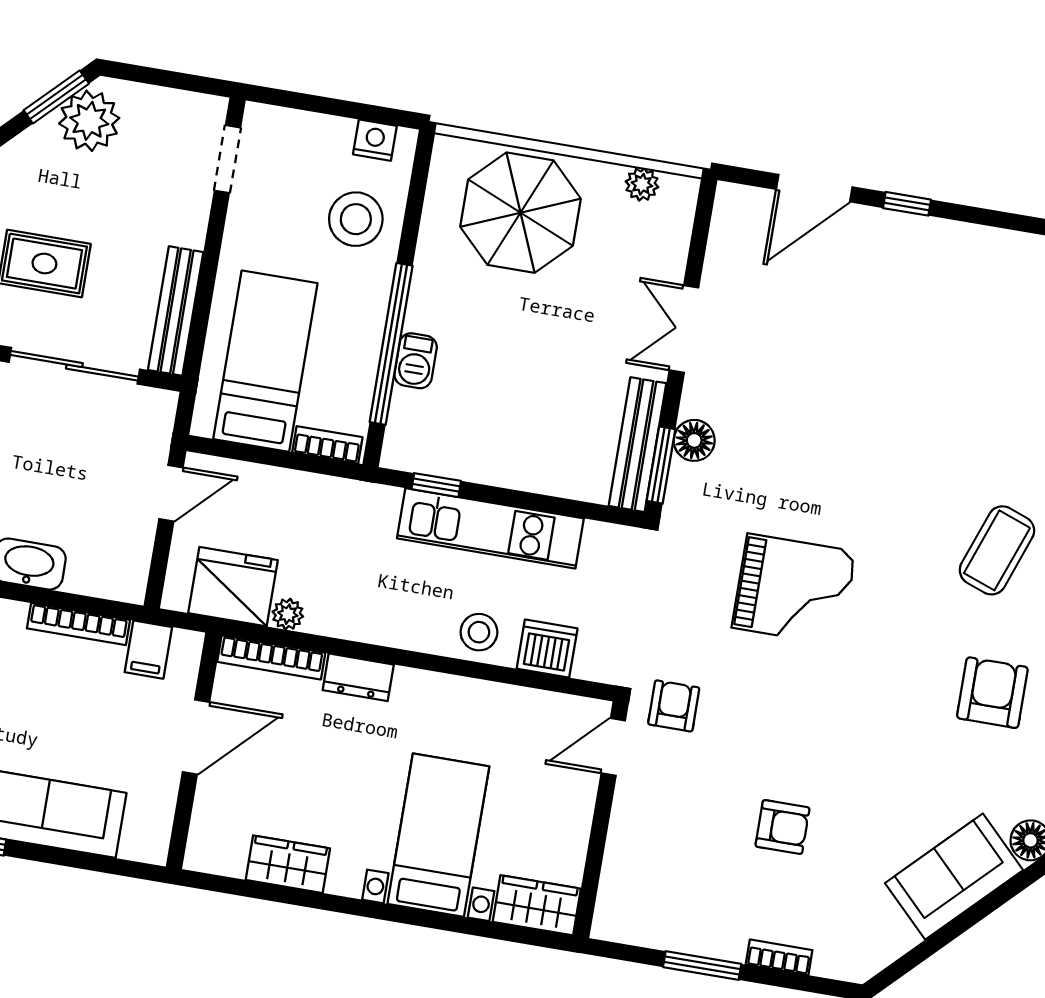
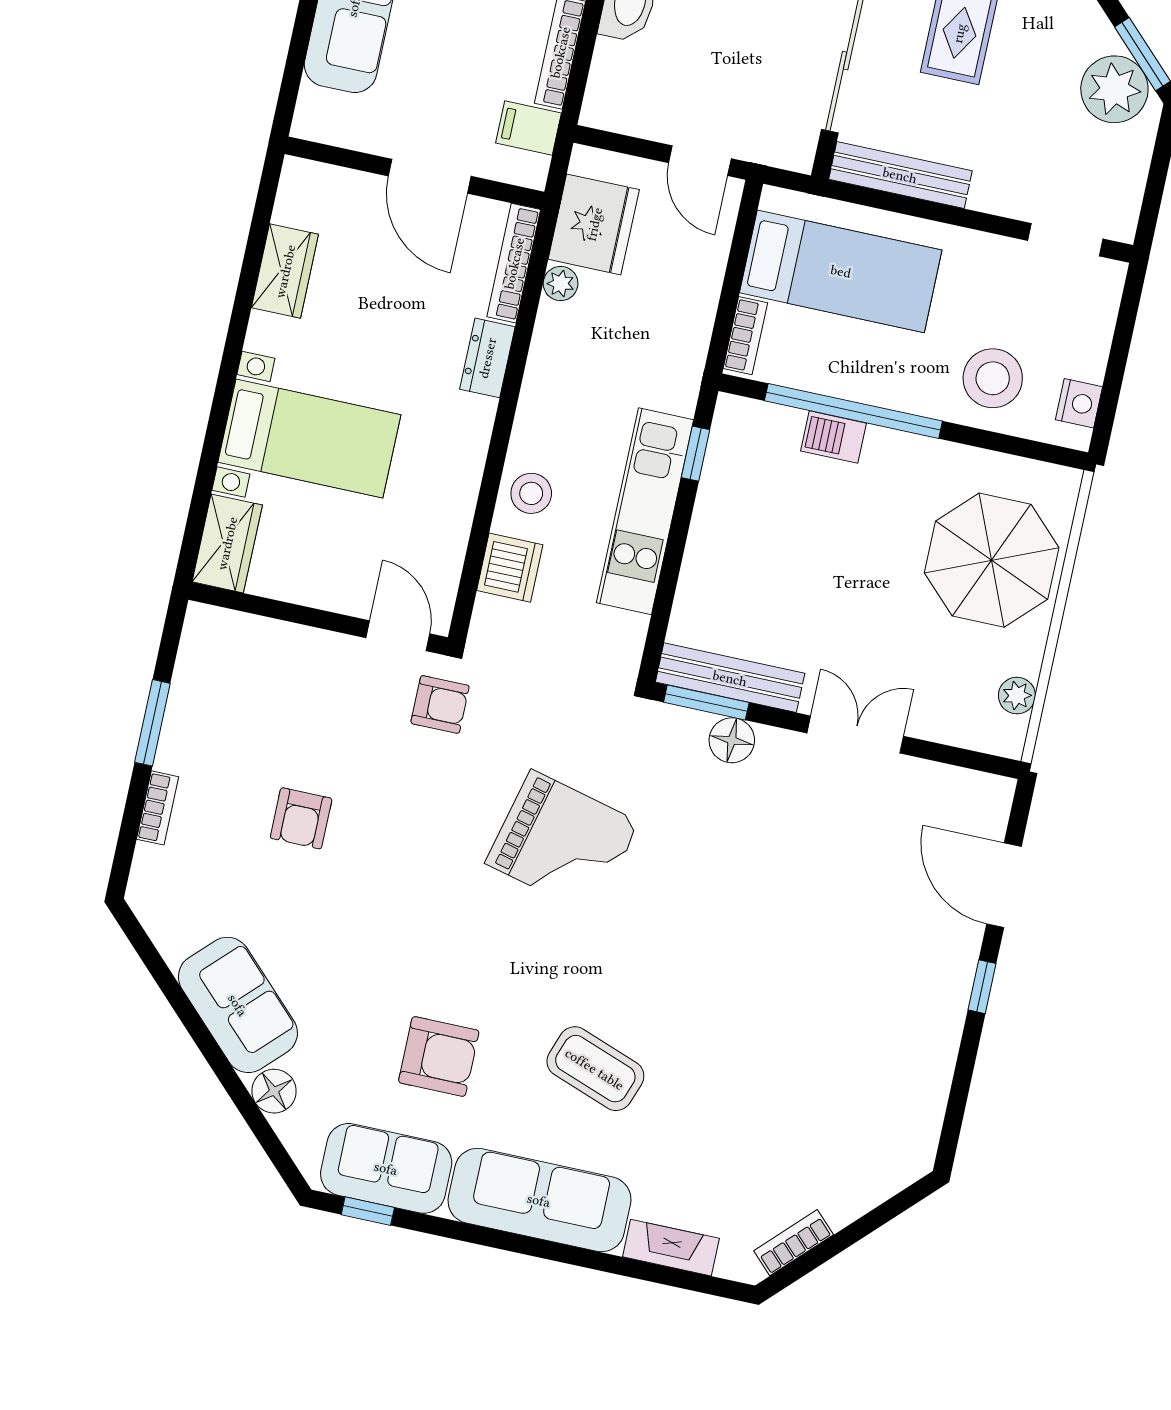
grand piano: (794, 590) -> (562, 843), turned -76

